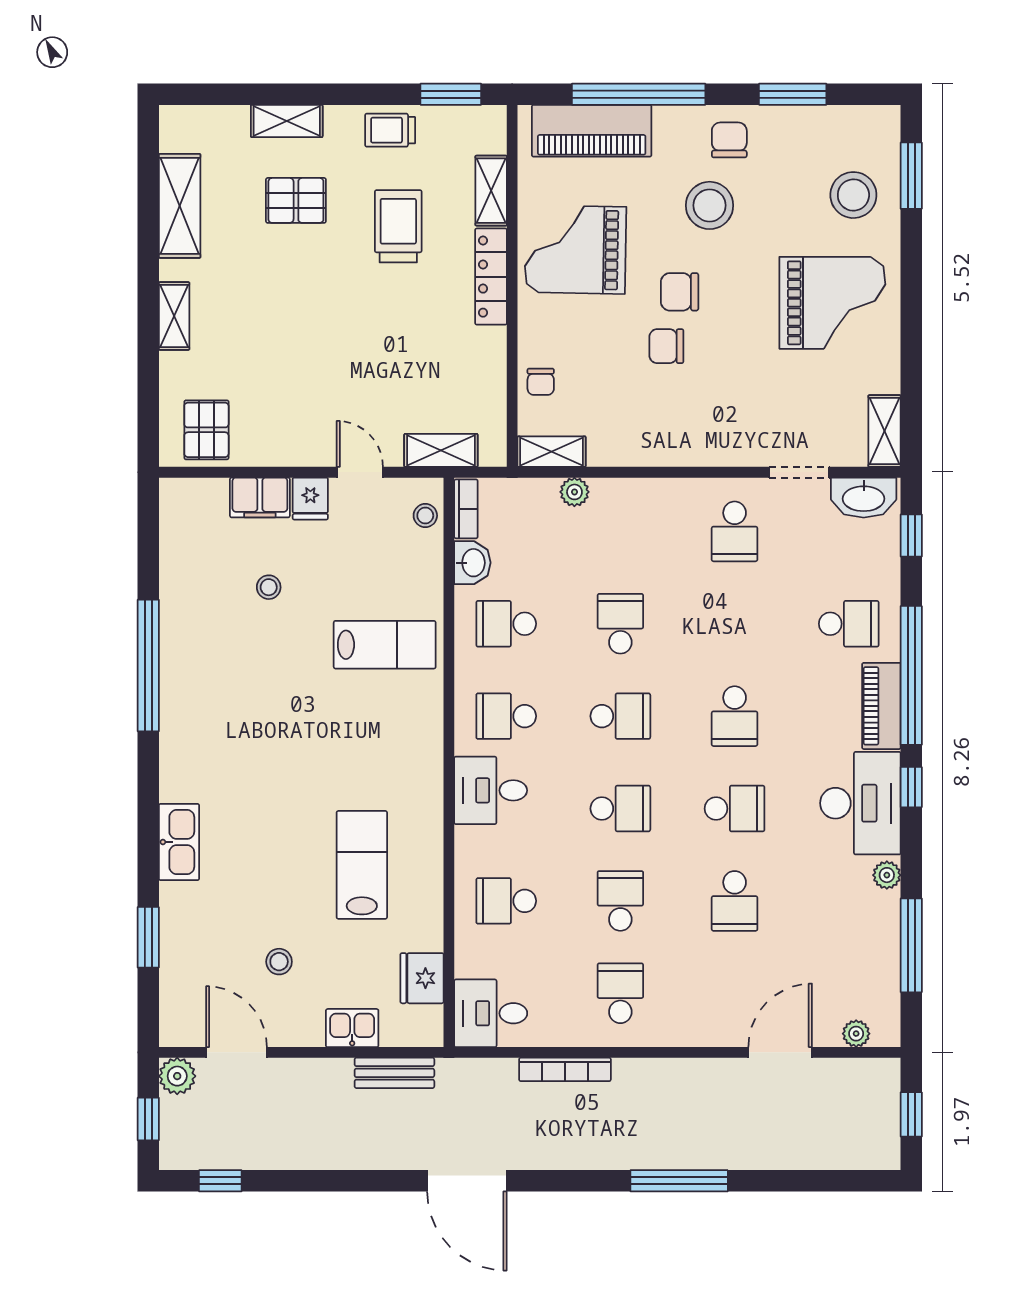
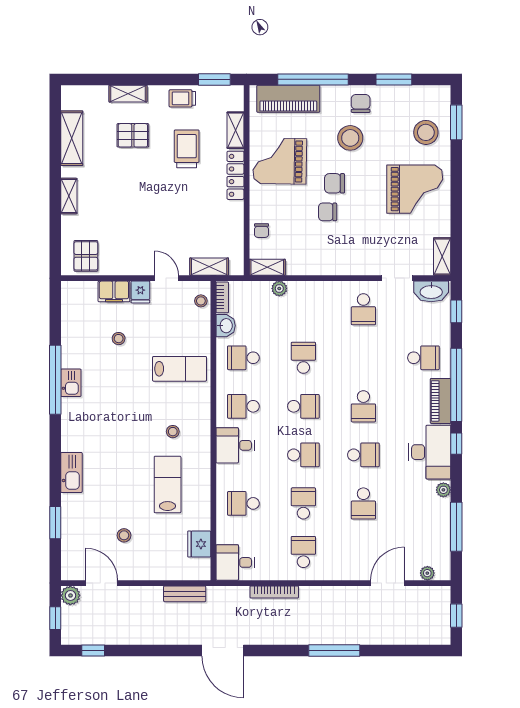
stool: (372, 764) -> (173, 432), added
kitchen sink: (352, 1028) -> (71, 383), moved, turned 90

